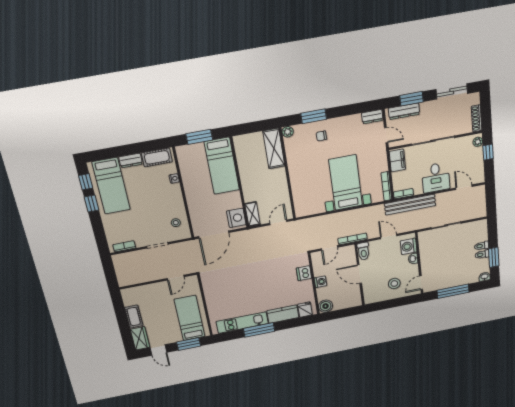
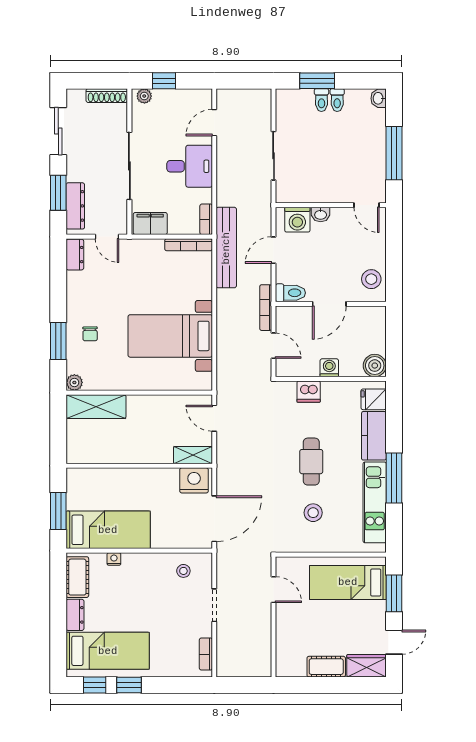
door: (386, 135) -> (107, 237), swing flipped
bed: (222, 166) -> (108, 530), moved
bed with nightstands: (346, 183) -> (170, 336), moved
bench: (410, 205) -> (226, 248), moved
door: (214, 235) -> (214, 519), hinge flipped
window: (494, 257) -> (317, 81), moved
cafe table: (261, 283) -> (311, 462), added
stool: (394, 284) -> (371, 279), moved
stool: (229, 290) -> (313, 513), added

